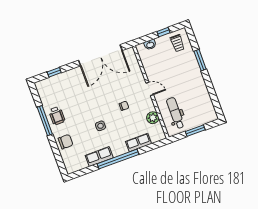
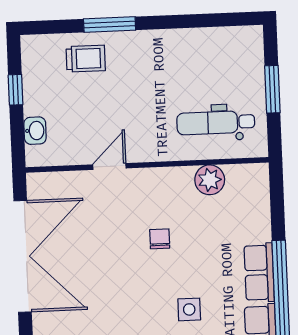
trolley: (177, 43) -> (86, 59), moved
door: (150, 89) -> (109, 166), moved
row of seats: (138, 143) -> (259, 273), moved

